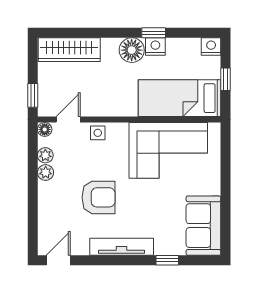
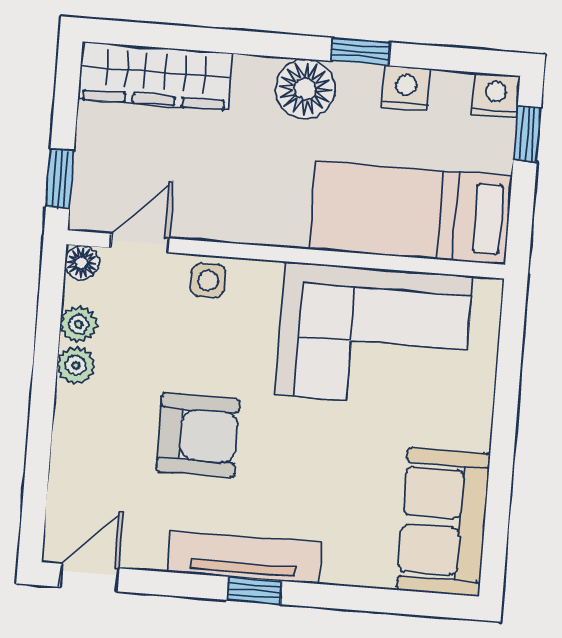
nightstand: (155, 47) -> (406, 88), moved
window: (226, 79) -> (527, 134), moved
window: (167, 260) -> (254, 591), moved

